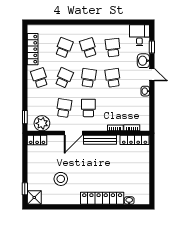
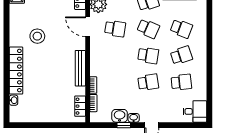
window: (152, 47) -> (124, 125), moved
washbasin: (143, 61) -> (120, 116), moved
school desk: (88, 108) -> (115, 55), removed
door: (73, 133) -> (88, 27), moved
locker: (135, 140) -> (80, 106), width x0.66
stool: (61, 179) -> (37, 36), moved

